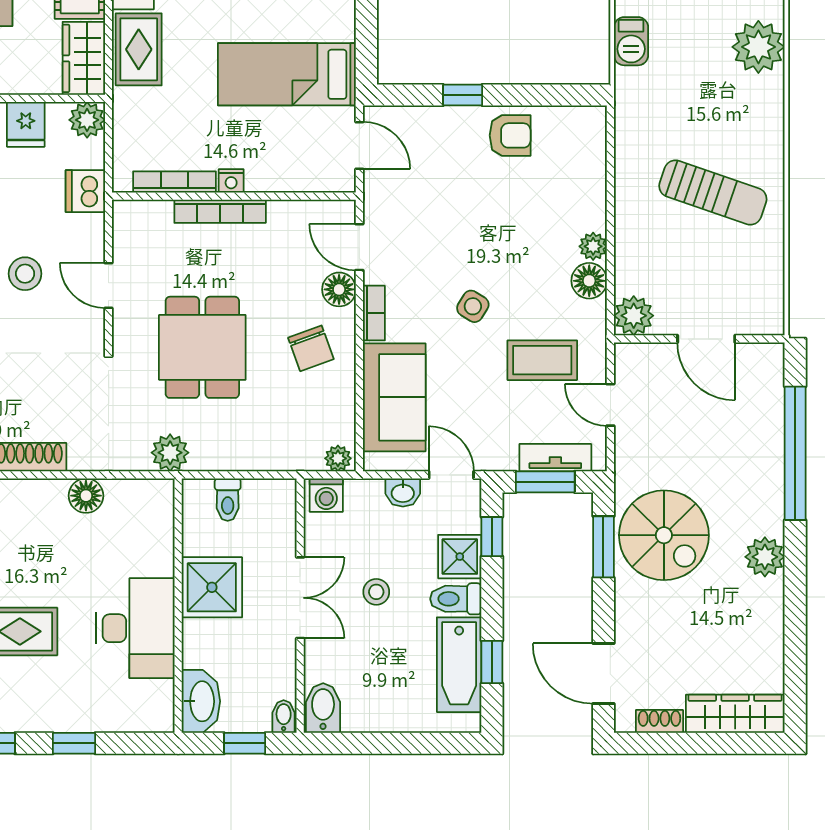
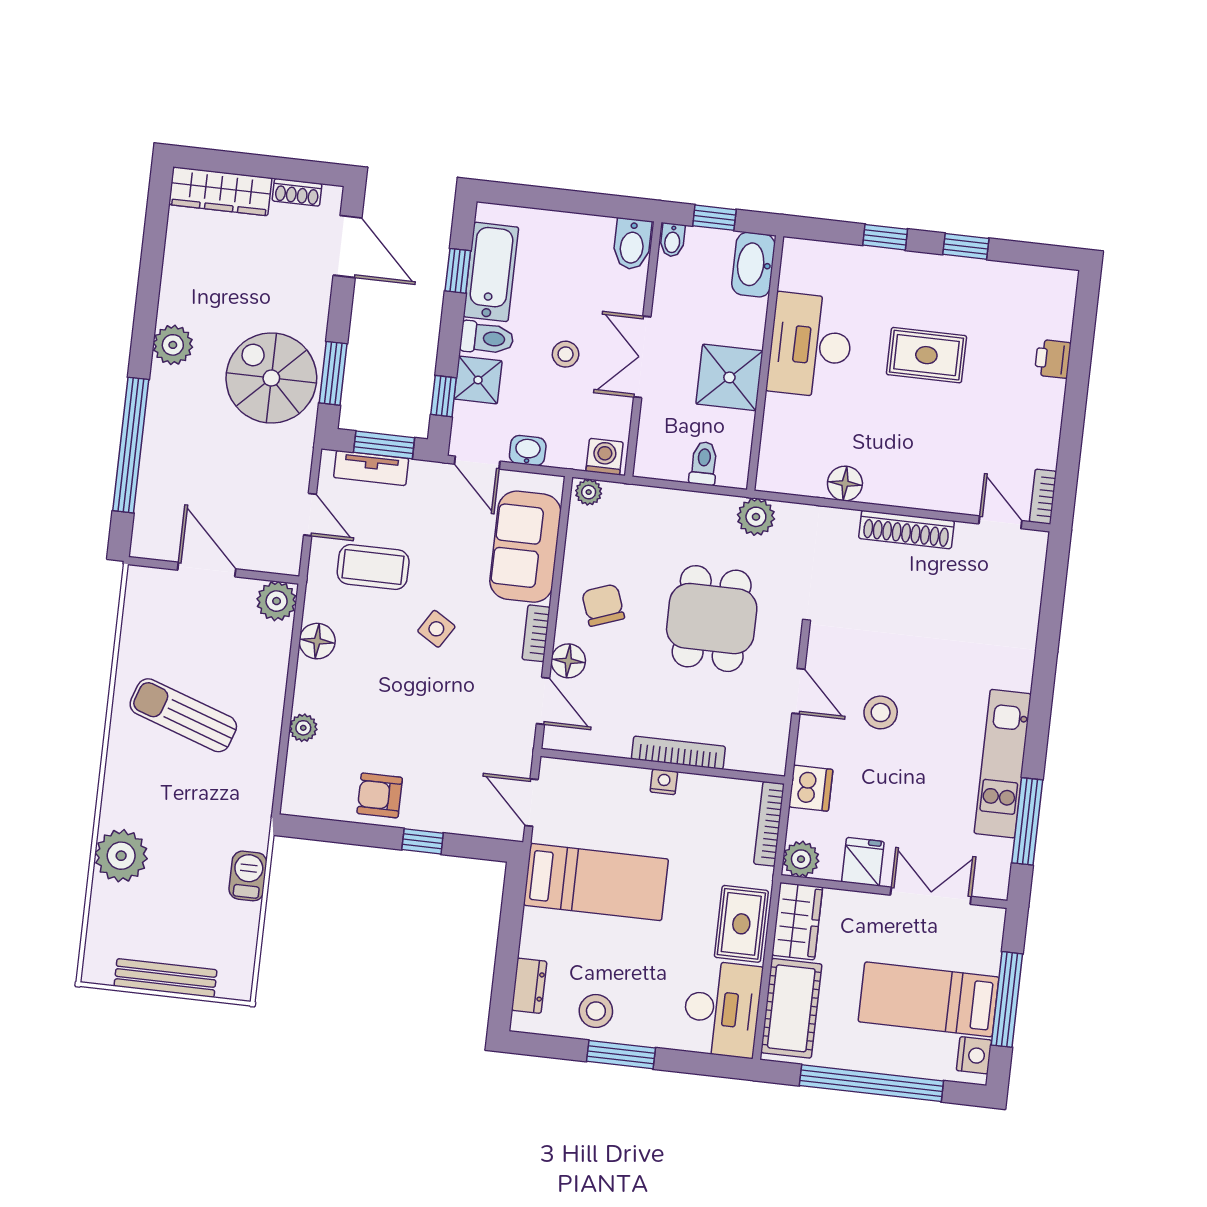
bookcase: (175, 182) -> (769, 824), moved, turned 90
plant: (593, 246) -> (303, 728), moved

